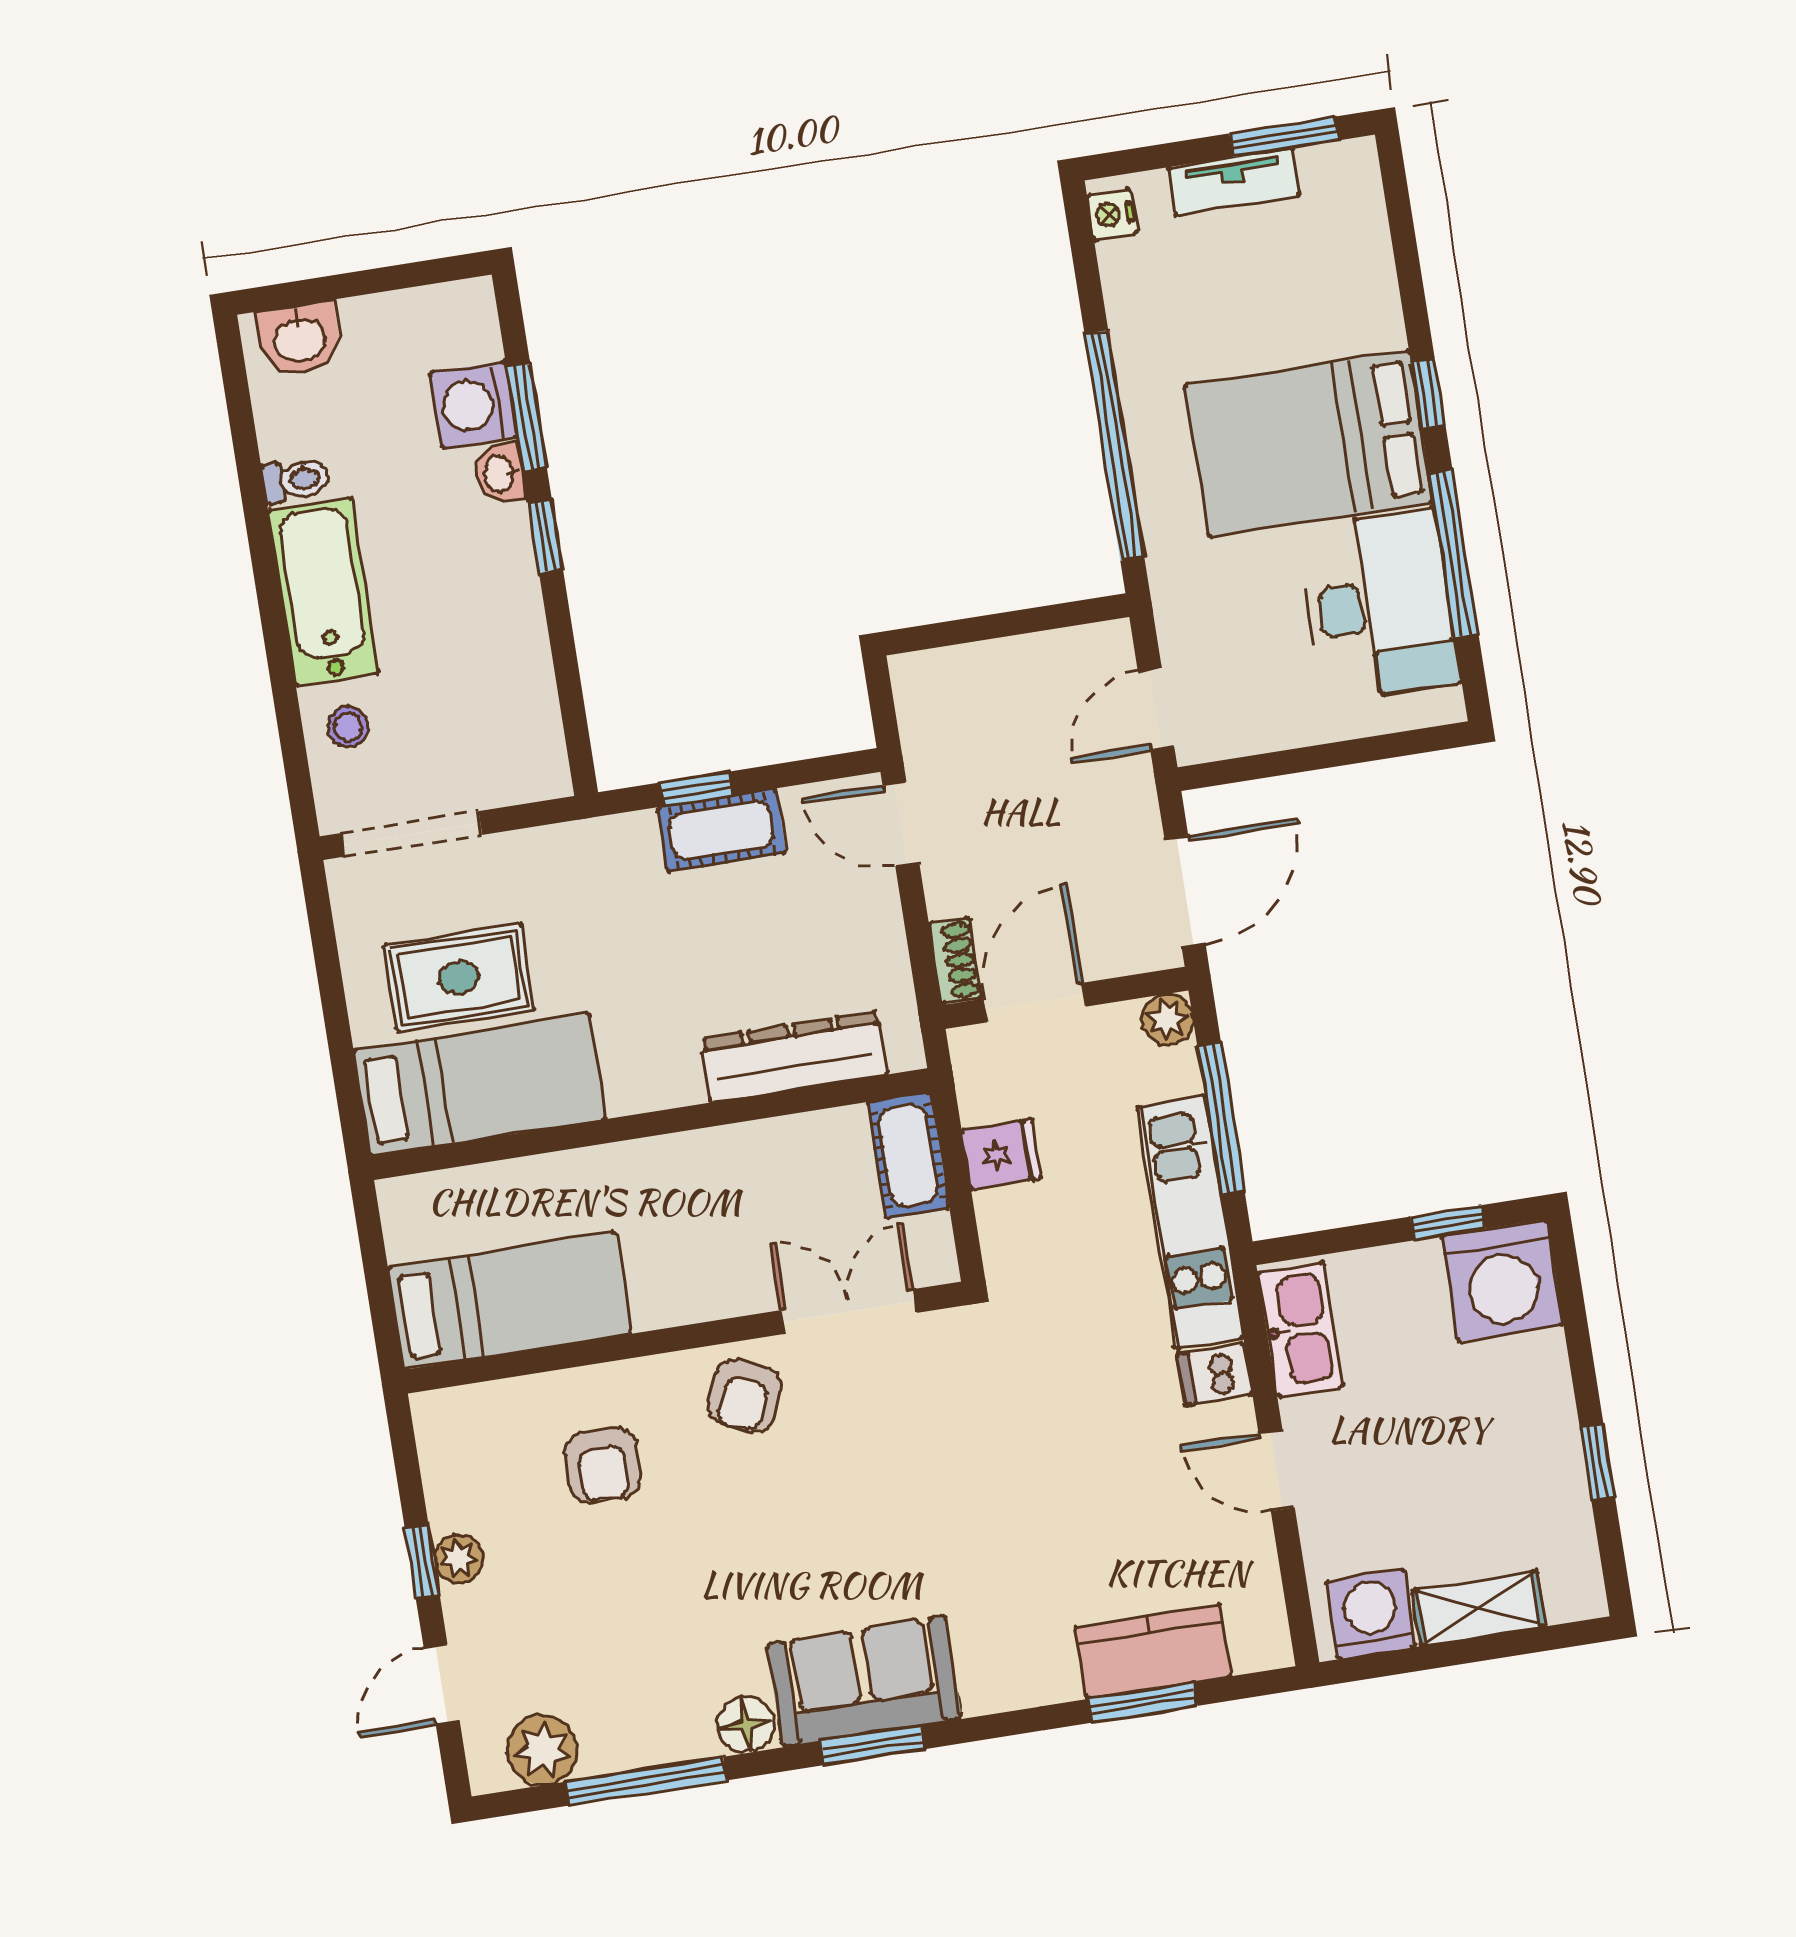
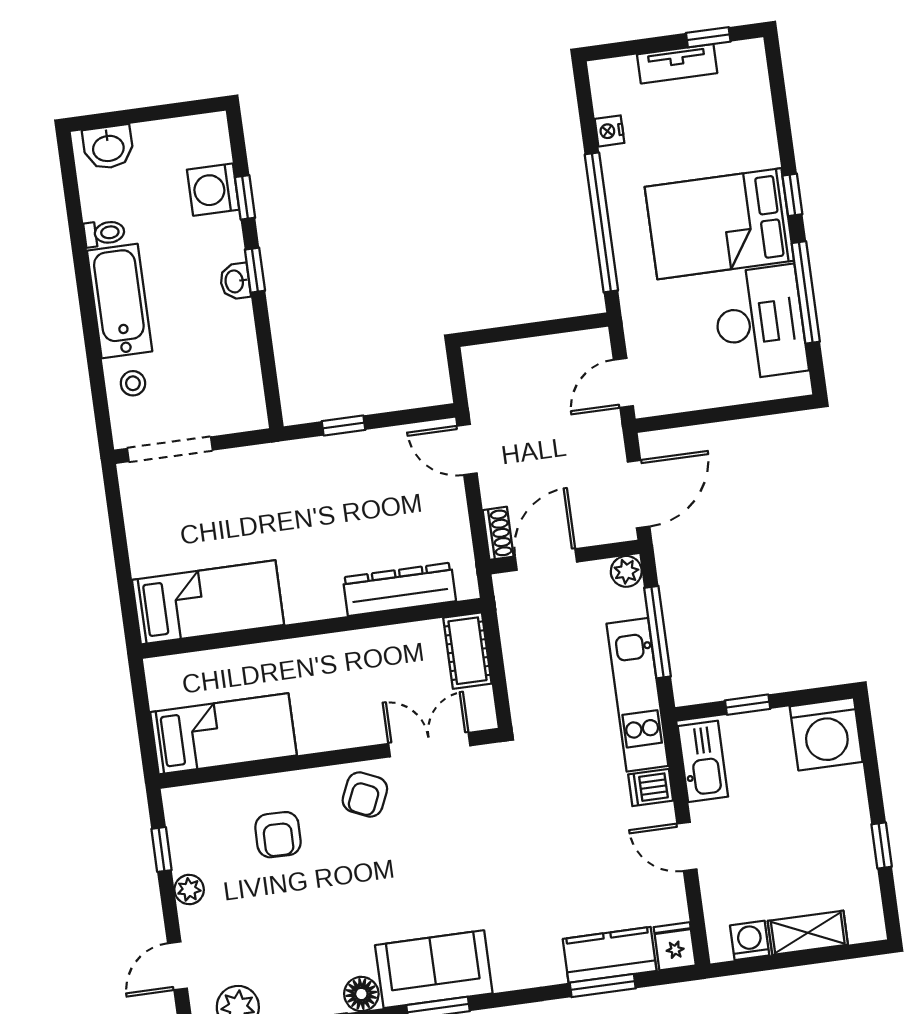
window: (1284, 137) -> (708, 37), width x0.67
nightstand: (1112, 214) -> (609, 131), moved
window: (526, 417) -> (245, 197), width x0.67
washbasin: (500, 473) -> (235, 281), moved
cot: (721, 830) -> (358, 451), removed
rug: (459, 978) -> (197, 537), removed
fridge: (1002, 1154) -> (675, 946), moved, turned -90
window: (1448, 1223) -> (748, 705), moved
window: (422, 1562) -> (162, 849), moved
washing machine: (1371, 1614) -> (750, 940), width x0.73, depth x0.73

